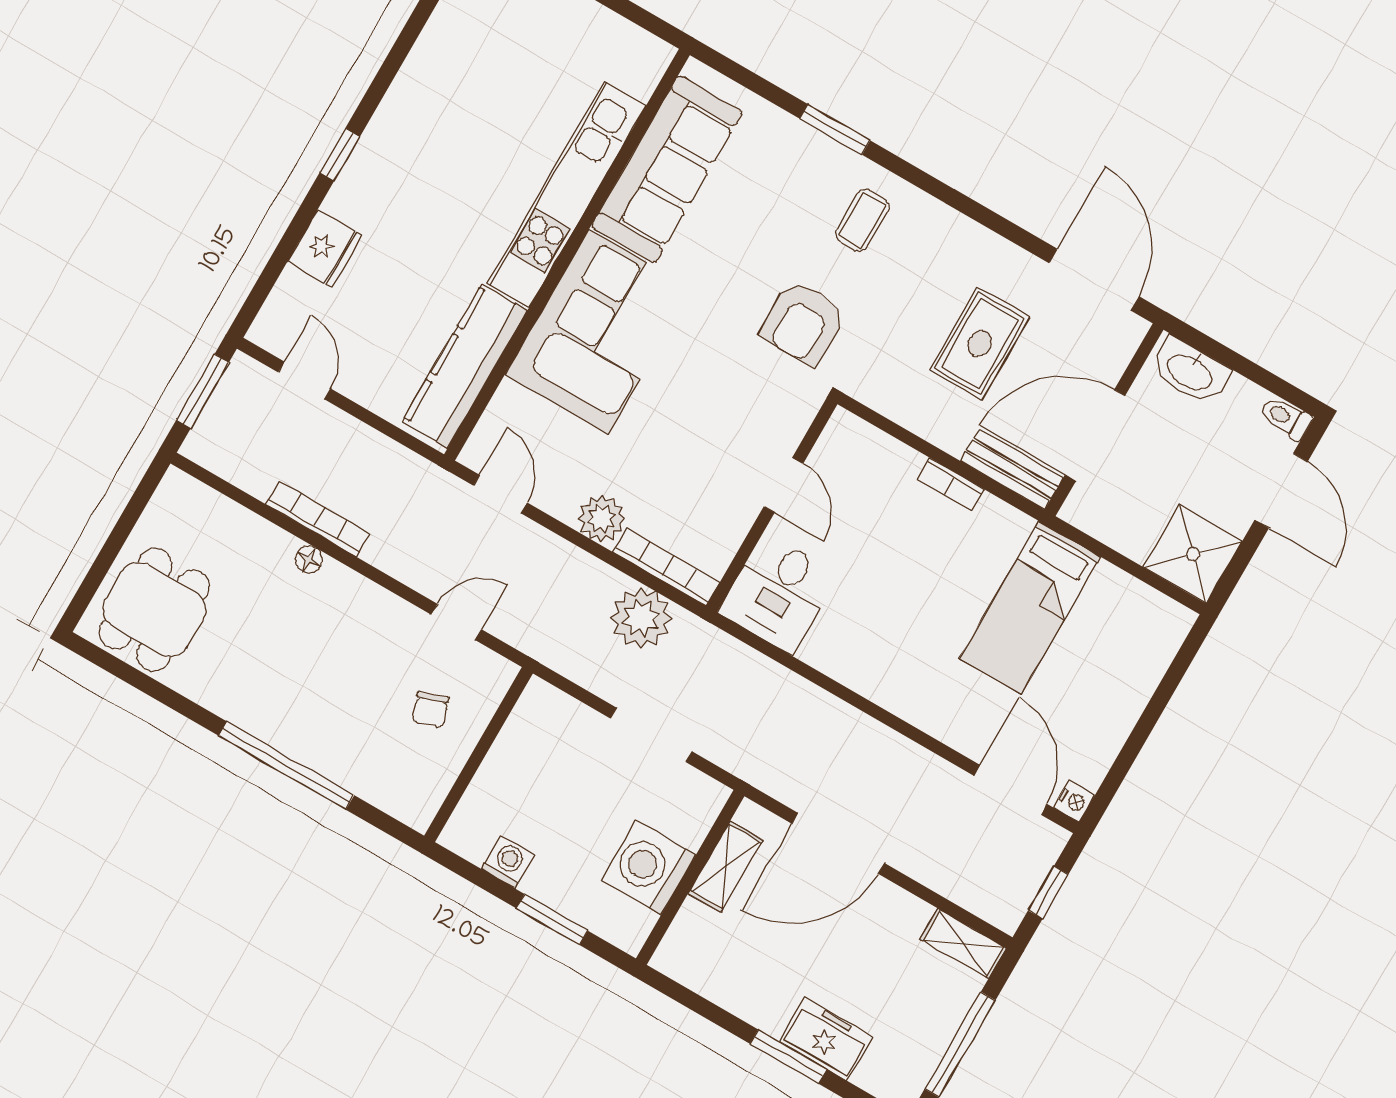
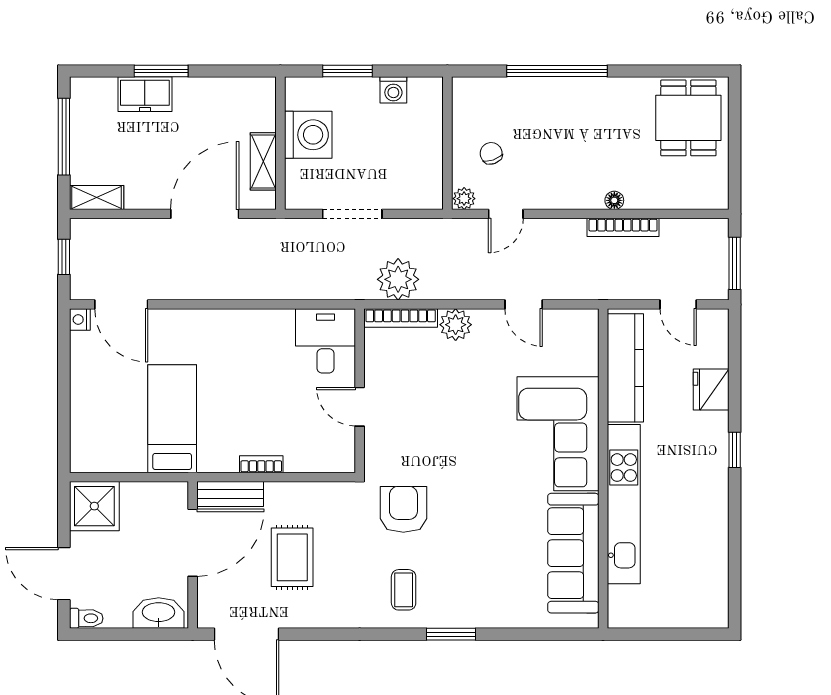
sofa: (667, 169) -> (573, 553), moved
kitchen unit: (567, 194) -> (624, 504), moved
wall: (567, 255) -> (603, 469), moved
corner sofa: (599, 332) -> (558, 434), moved
kitchen counter: (465, 366) -> (625, 368), moved
plant: (498, 672) -> (464, 199), added

